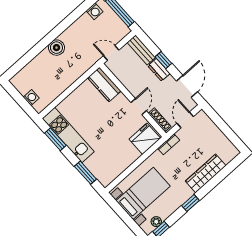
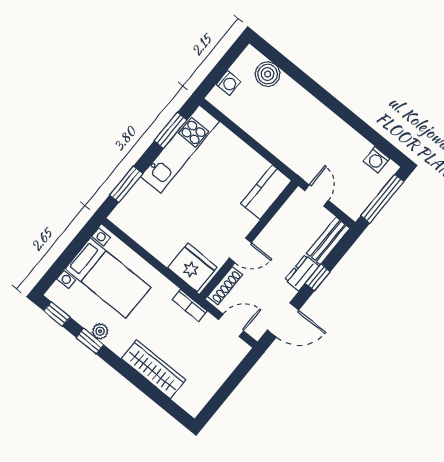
boiler: (56, 48) -> (268, 74), moved
window: (190, 203) -> (90, 341), moved
plant: (156, 222) -> (100, 331), moved

